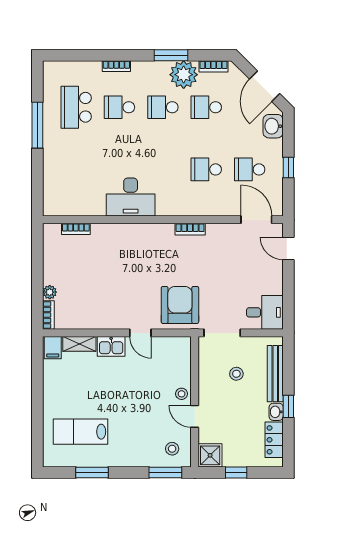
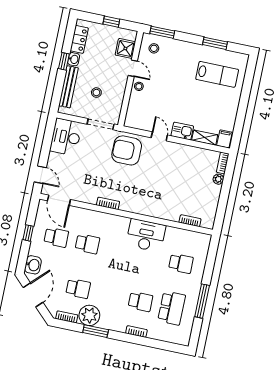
school desk: (163, 107) -> (181, 263), moved
armchair: (180, 305) -> (127, 150), turned 90
desk: (265, 312) -> (66, 137), width x1.37
shower: (210, 455) -> (125, 48), moved

